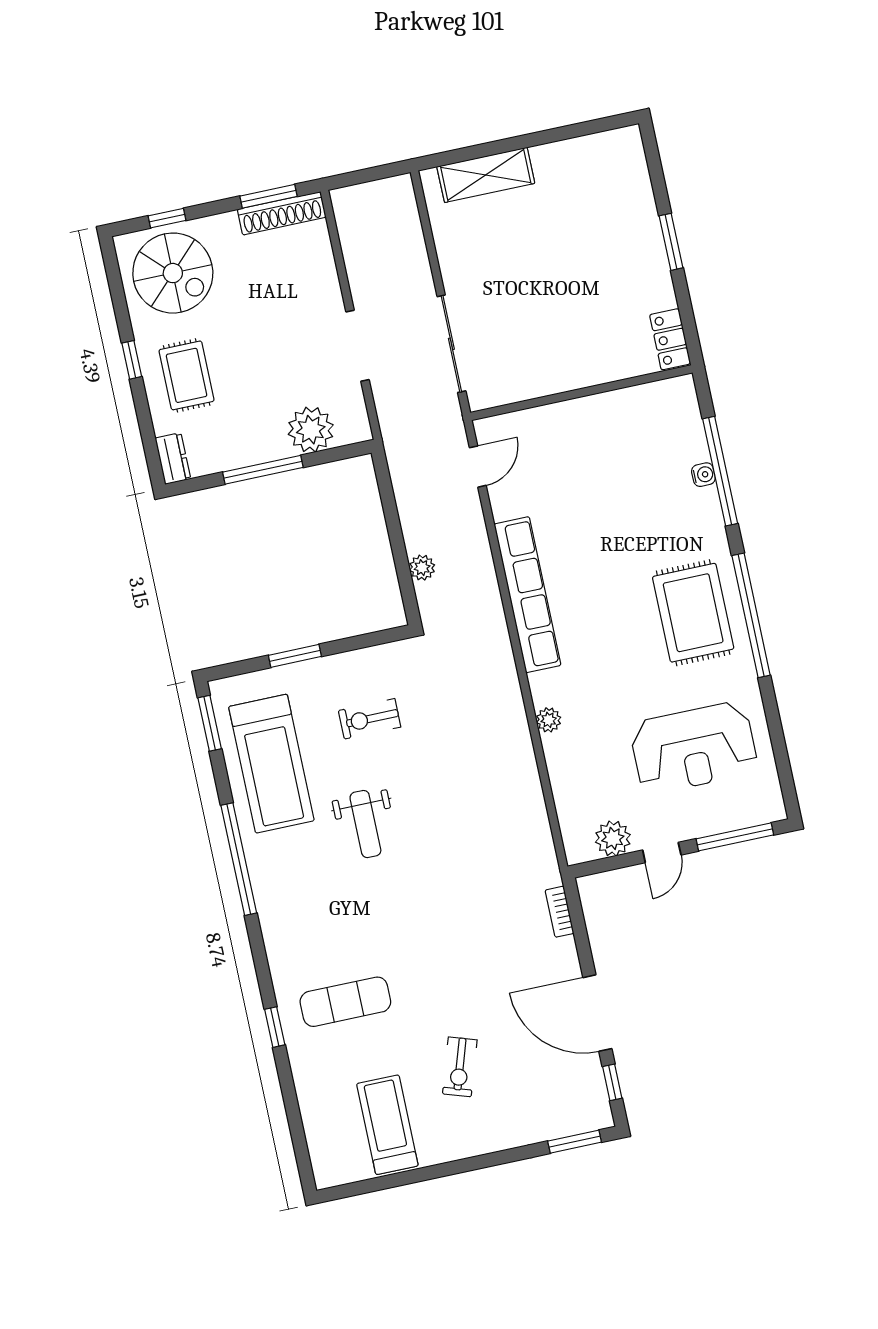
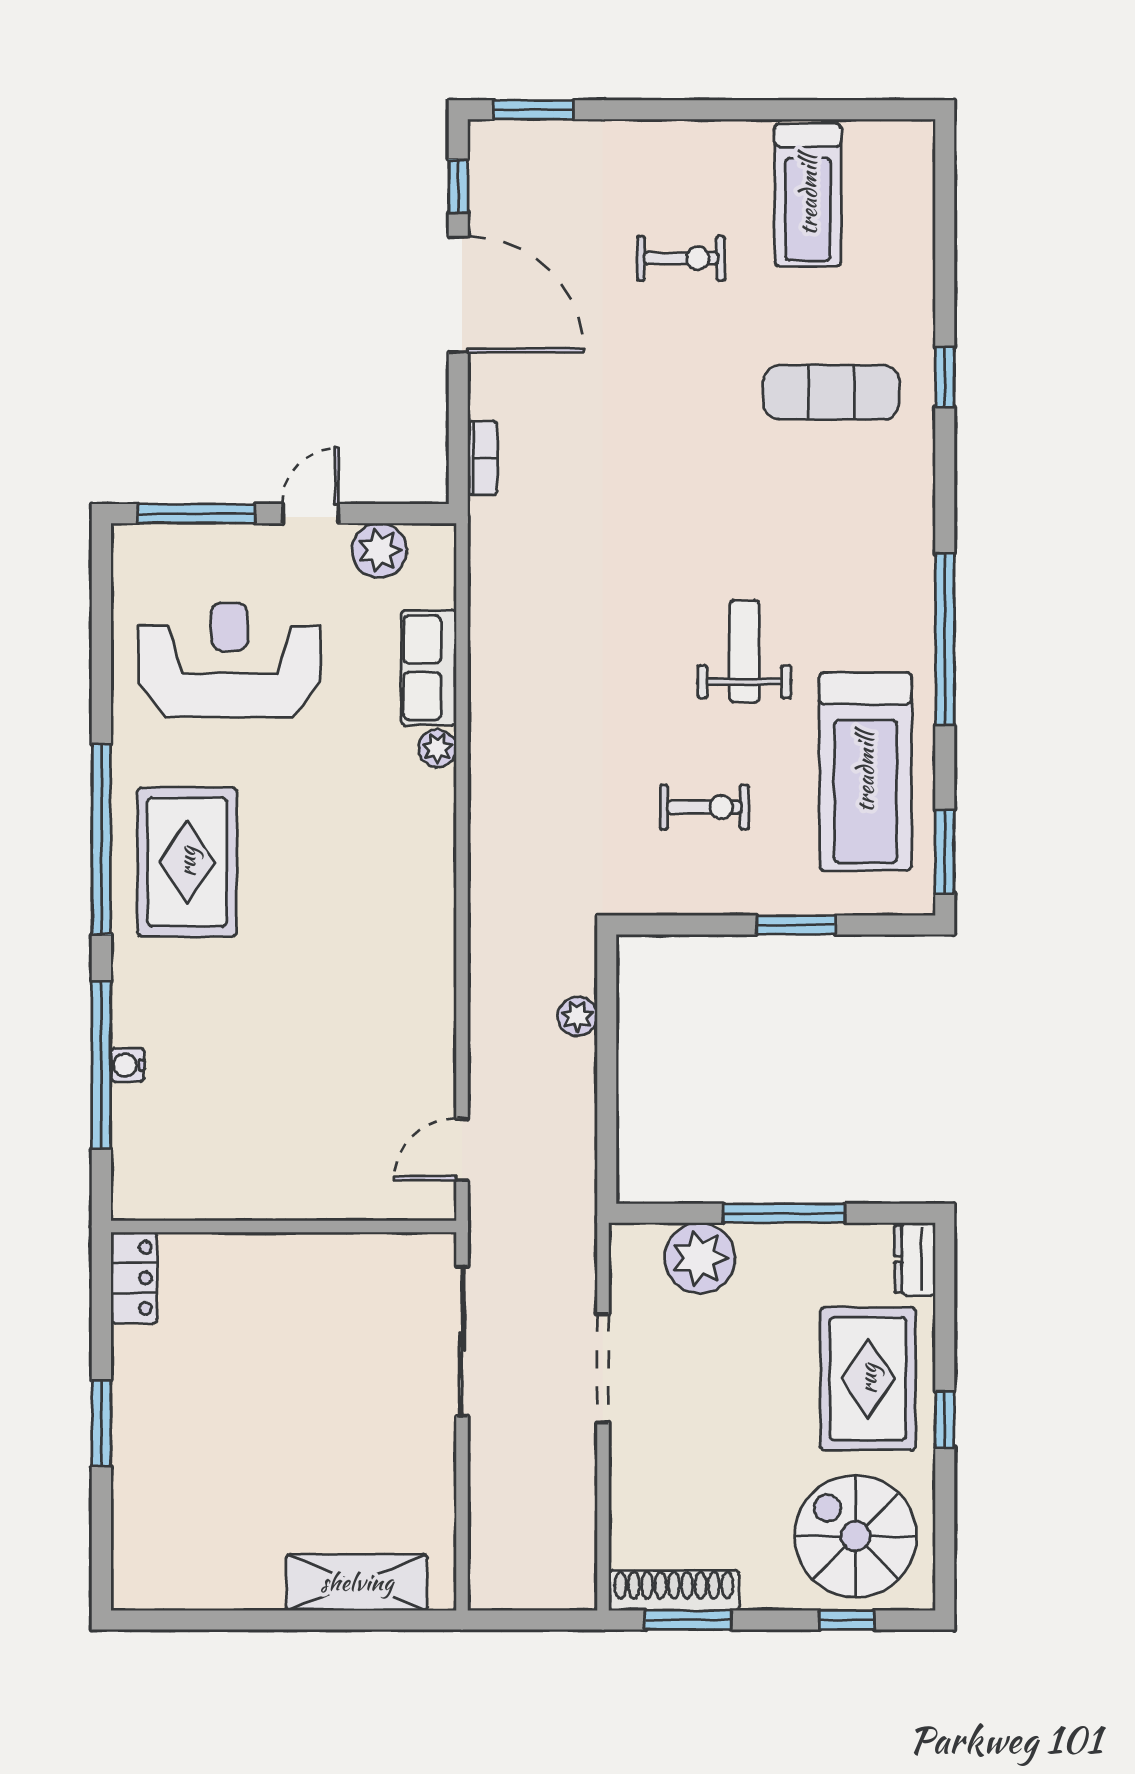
rug: (187, 375) -> (868, 1379), width x1.36, depth x1.43
row of seats: (527, 595) -> (429, 668), moved, width x0.50
treadmill: (271, 764) -> (865, 772), turned 180
exercise bike: (460, 1067) -> (681, 258), turned 72

